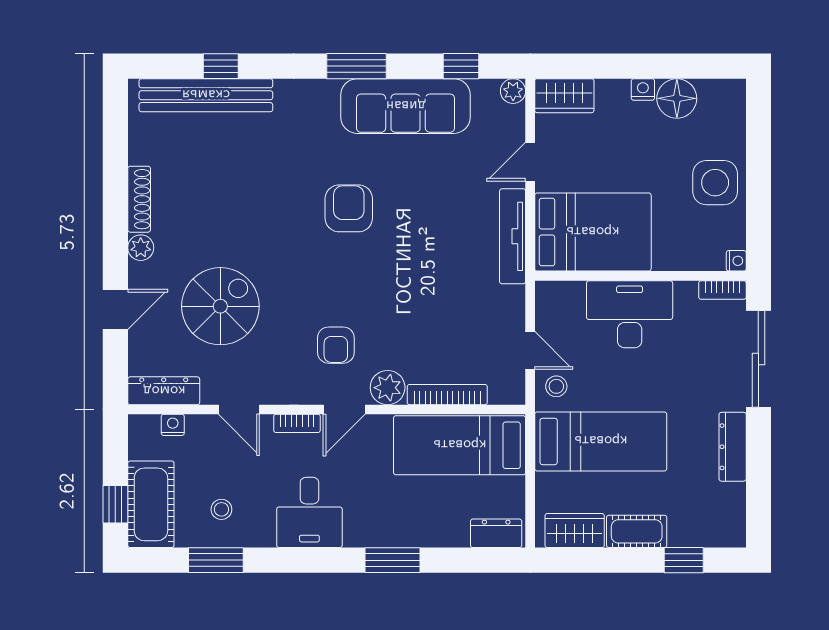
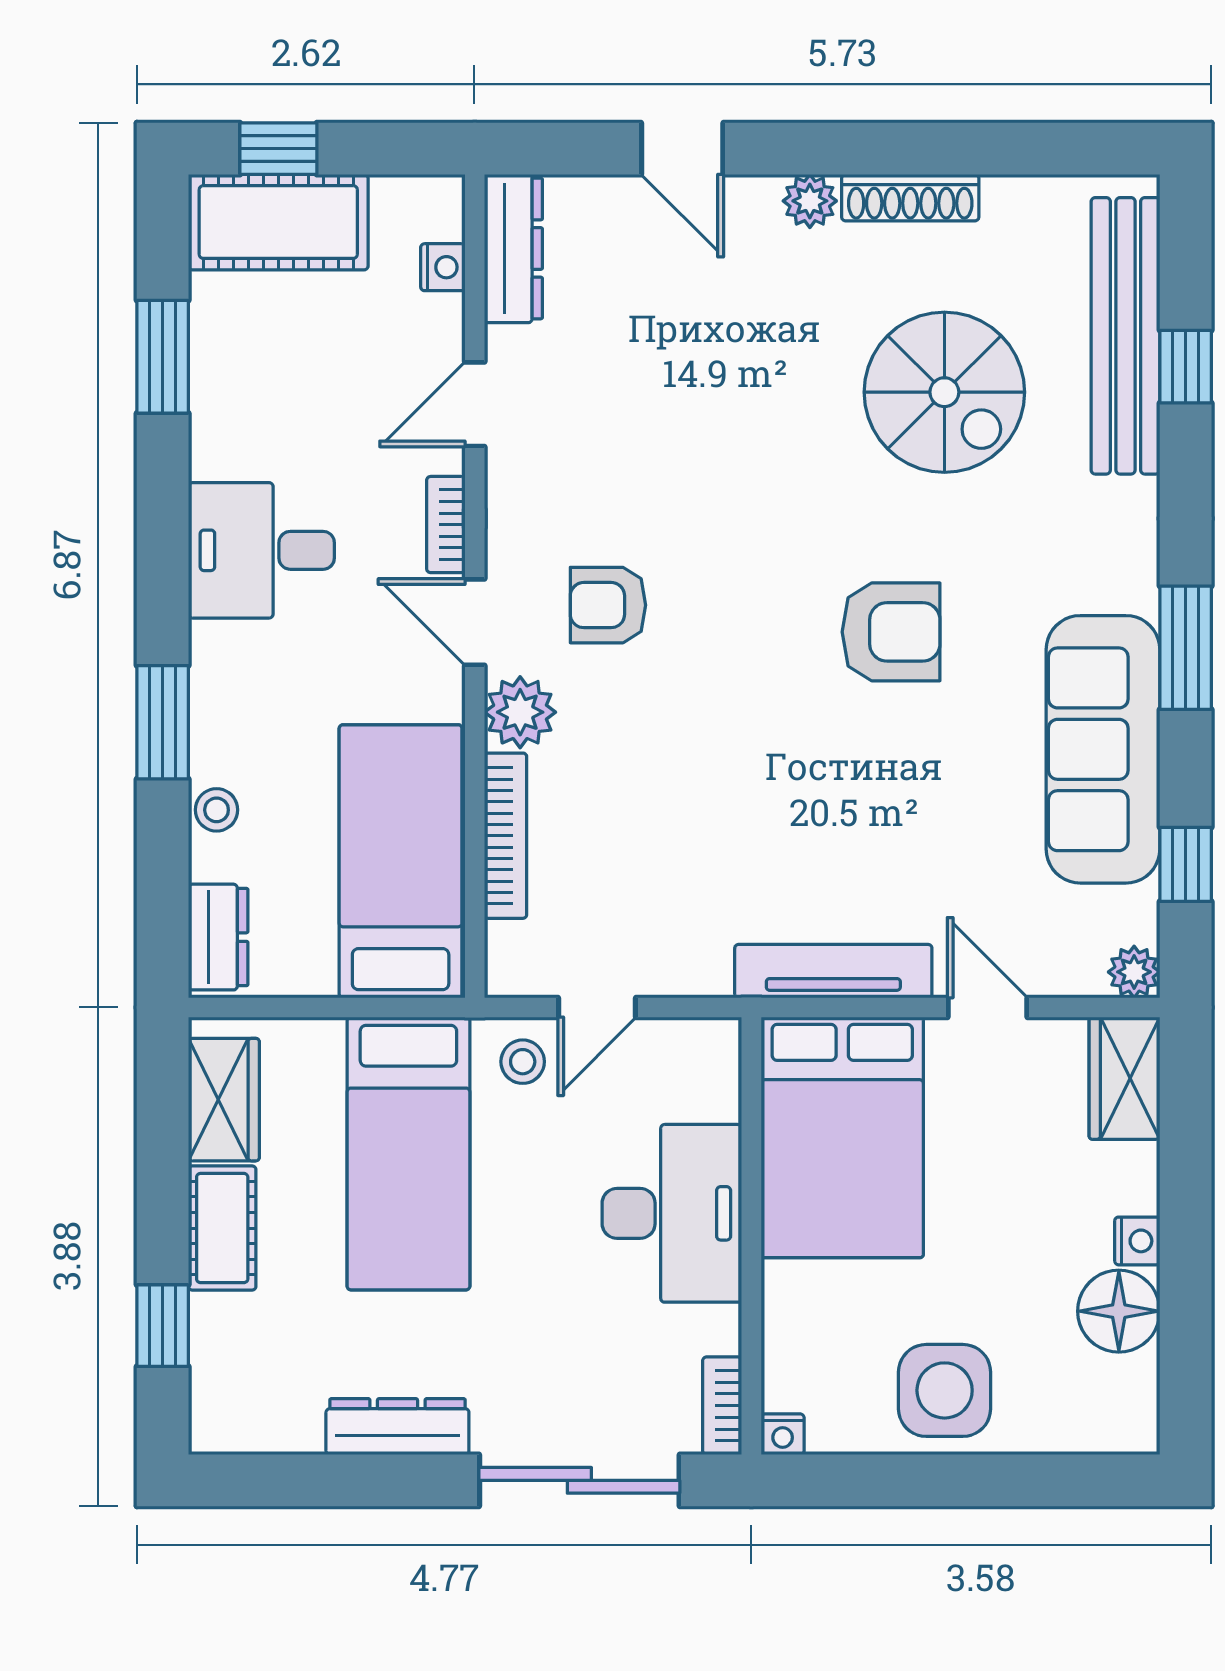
spiral stairs: (220, 306) -> (944, 392), moved
stool: (221, 509) -> (217, 810), moved

